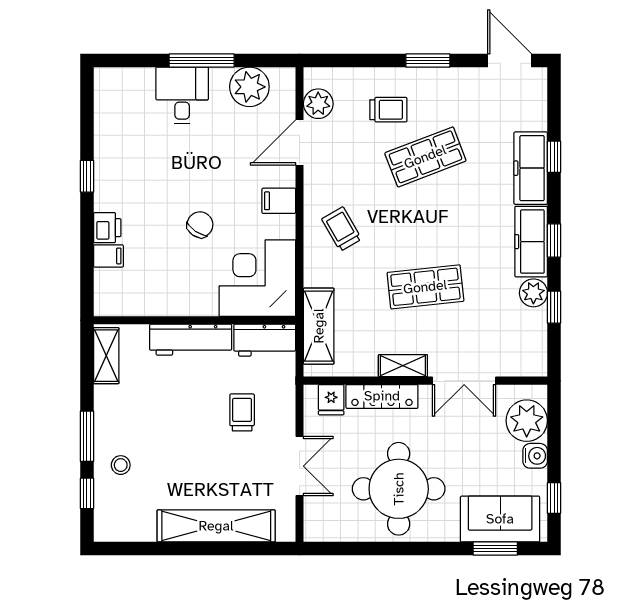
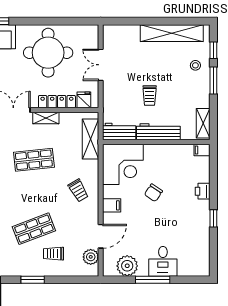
filing cabinet: (108, 256) -> (202, 150), moved
trolley: (242, 412) -> (150, 96), moved
shelving: (216, 526) -> (172, 33), moved

